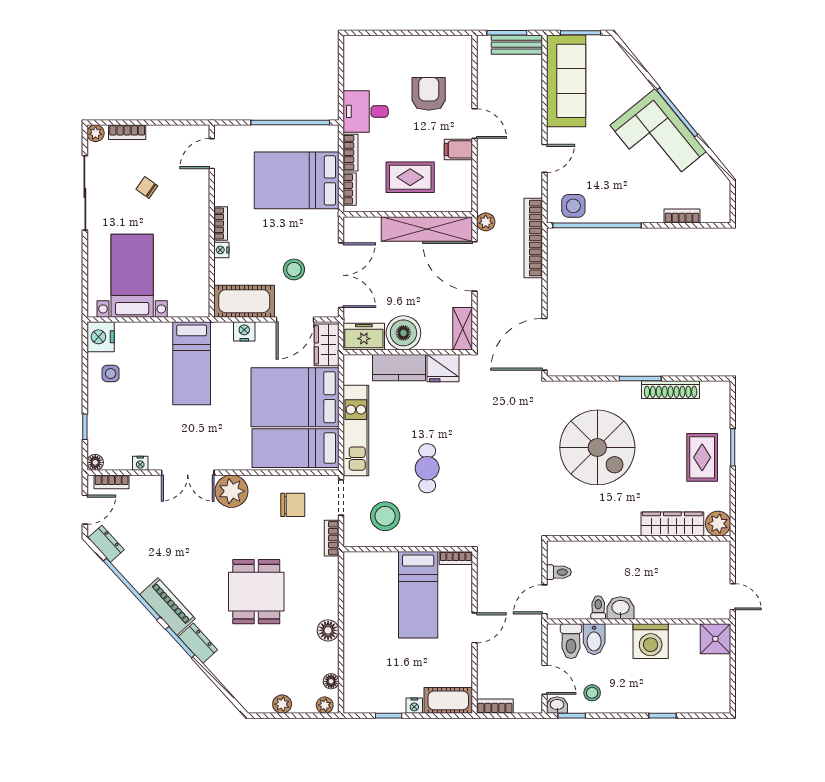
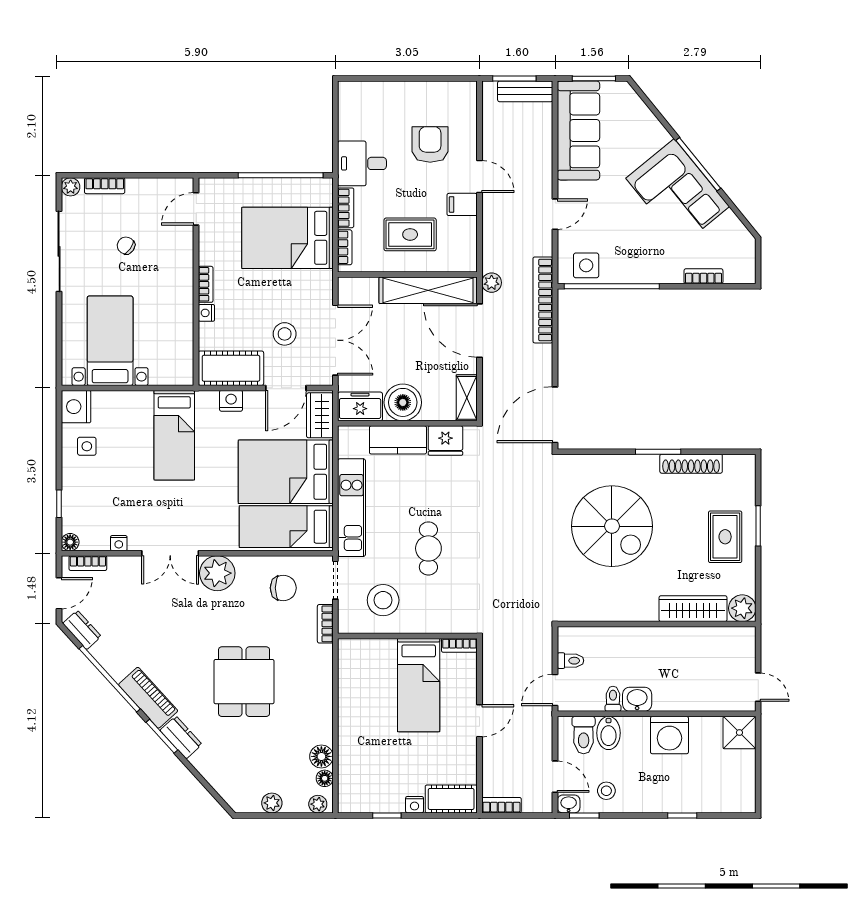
floor lamp: (328, 630) -> (321, 756), moved

